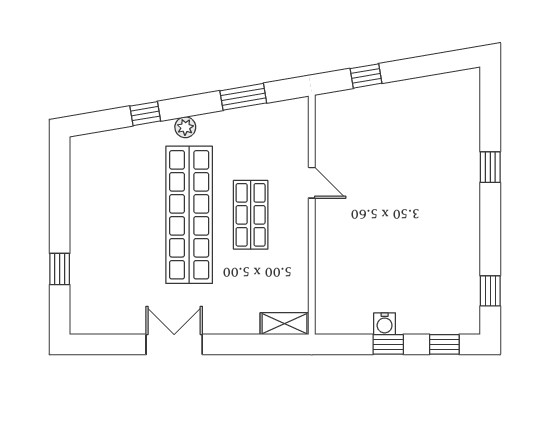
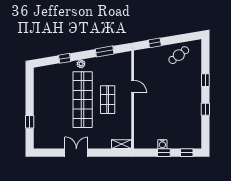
cafe table: (425, 106) -> (179, 55), added
window: (490, 291) -> (205, 109), moved

